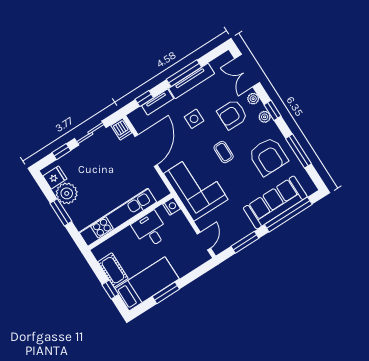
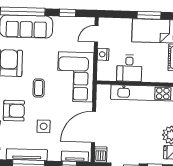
tv unit: (158, 102) -> (75, 156), moved
nightstand: (172, 206) -> (103, 54), moved
window: (245, 242) -> (67, 13), width x0.67

